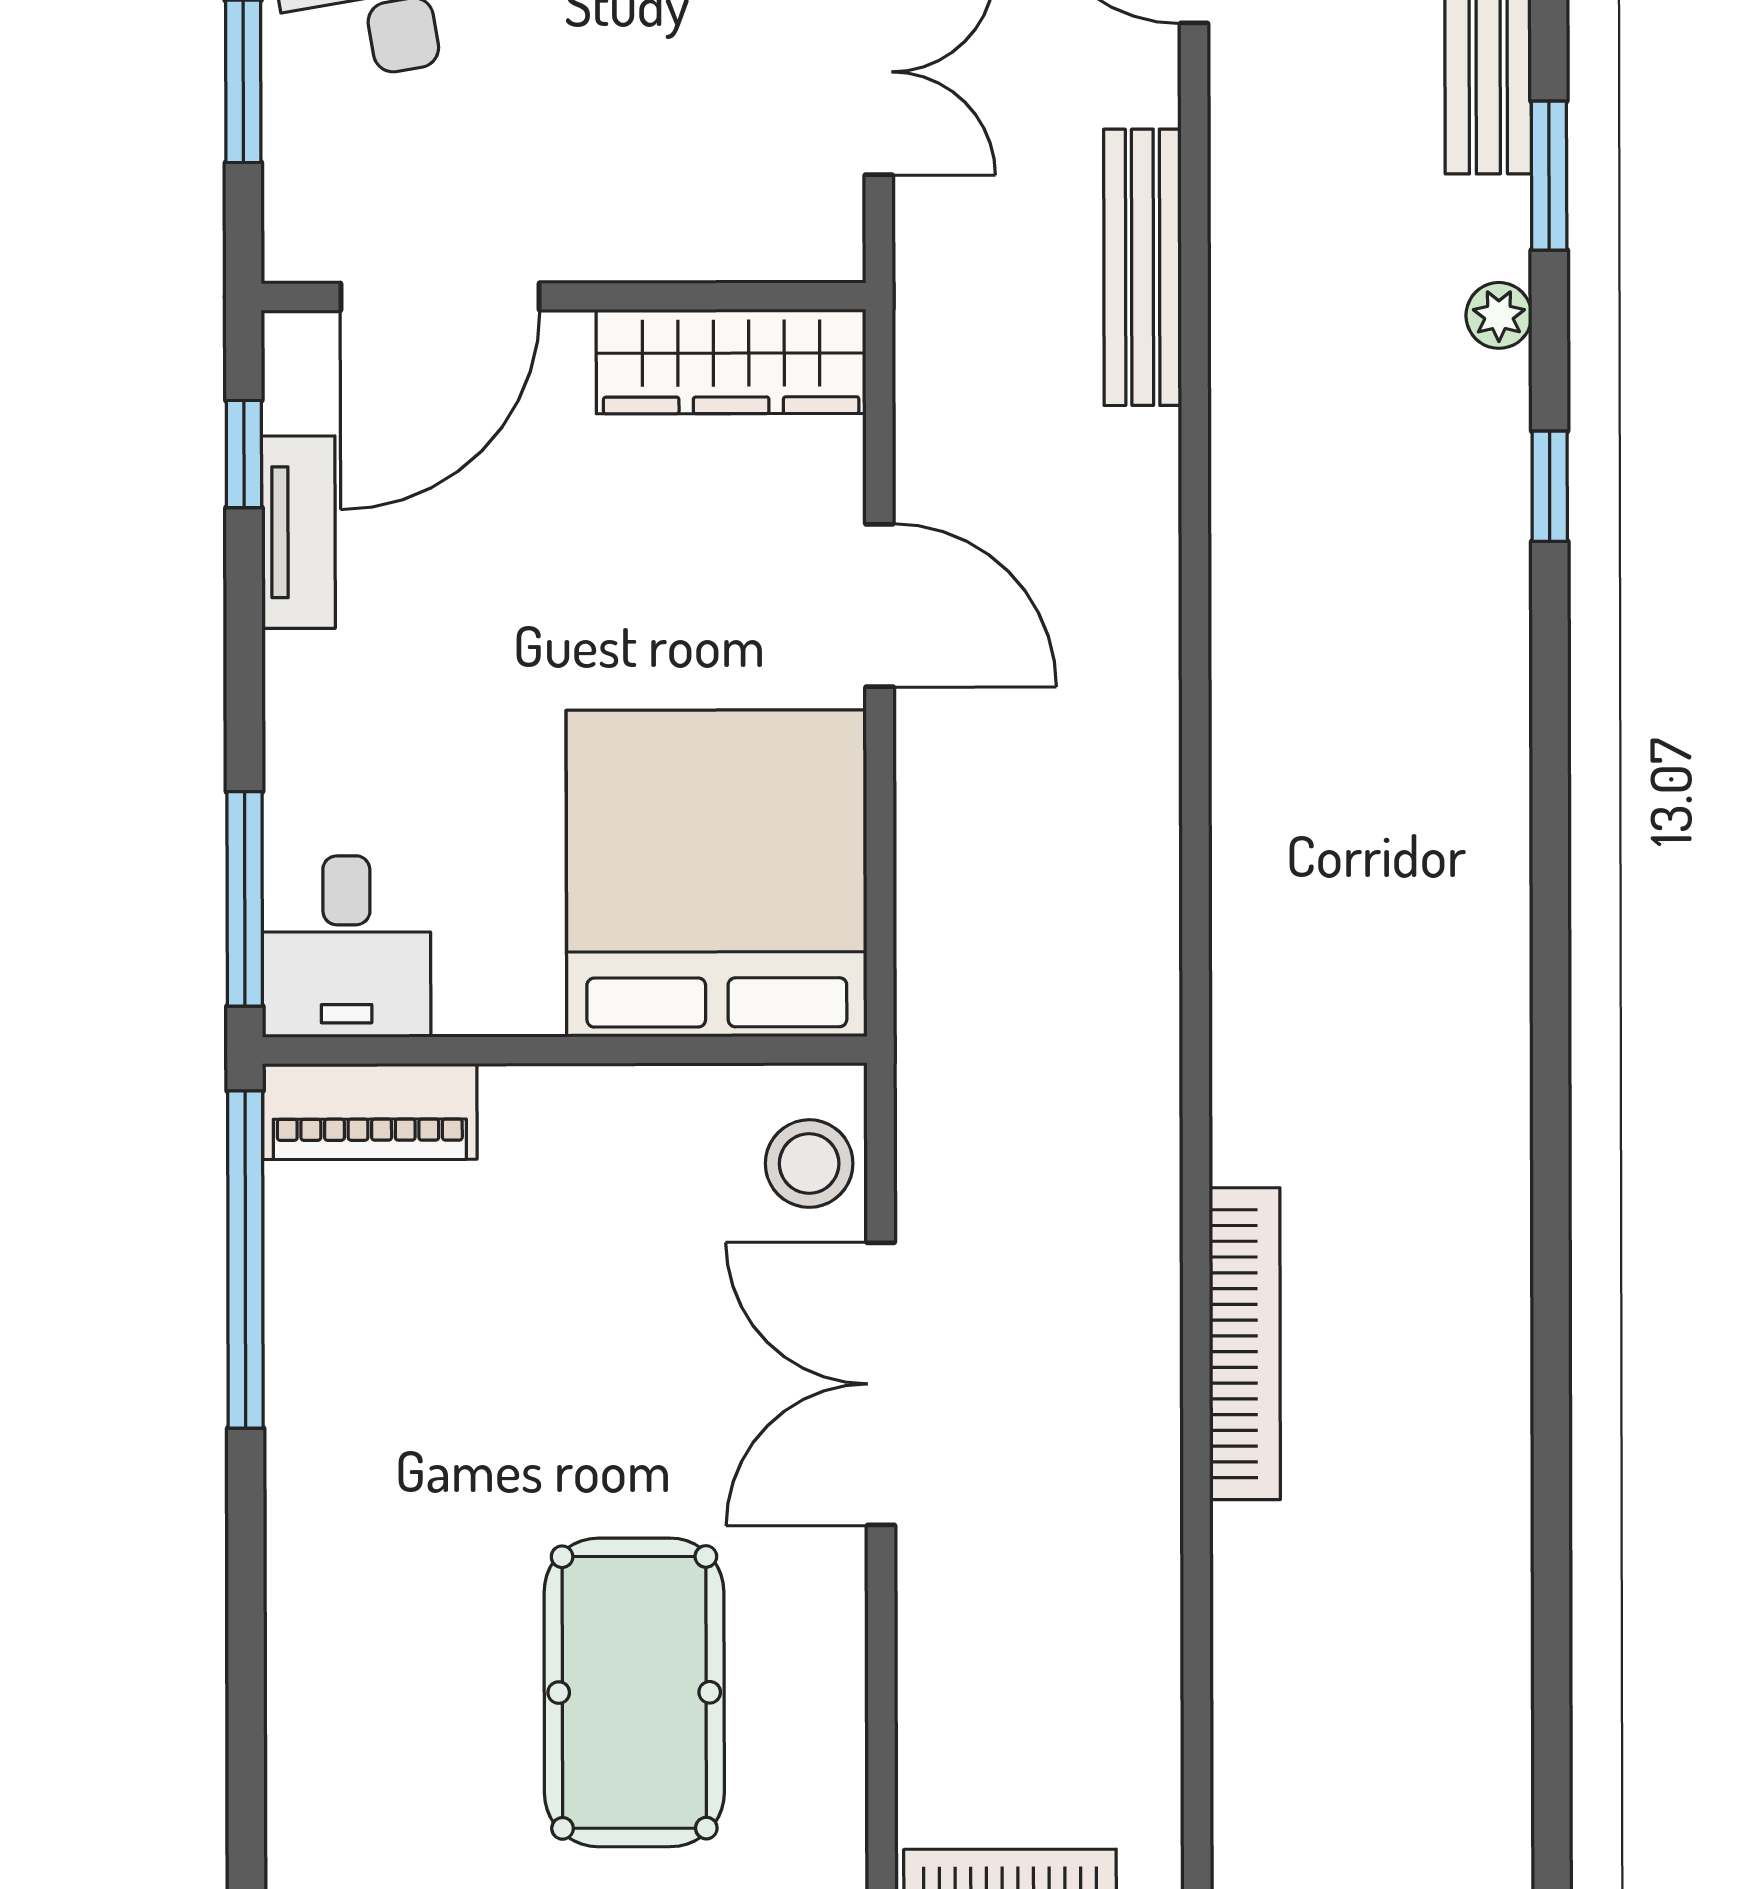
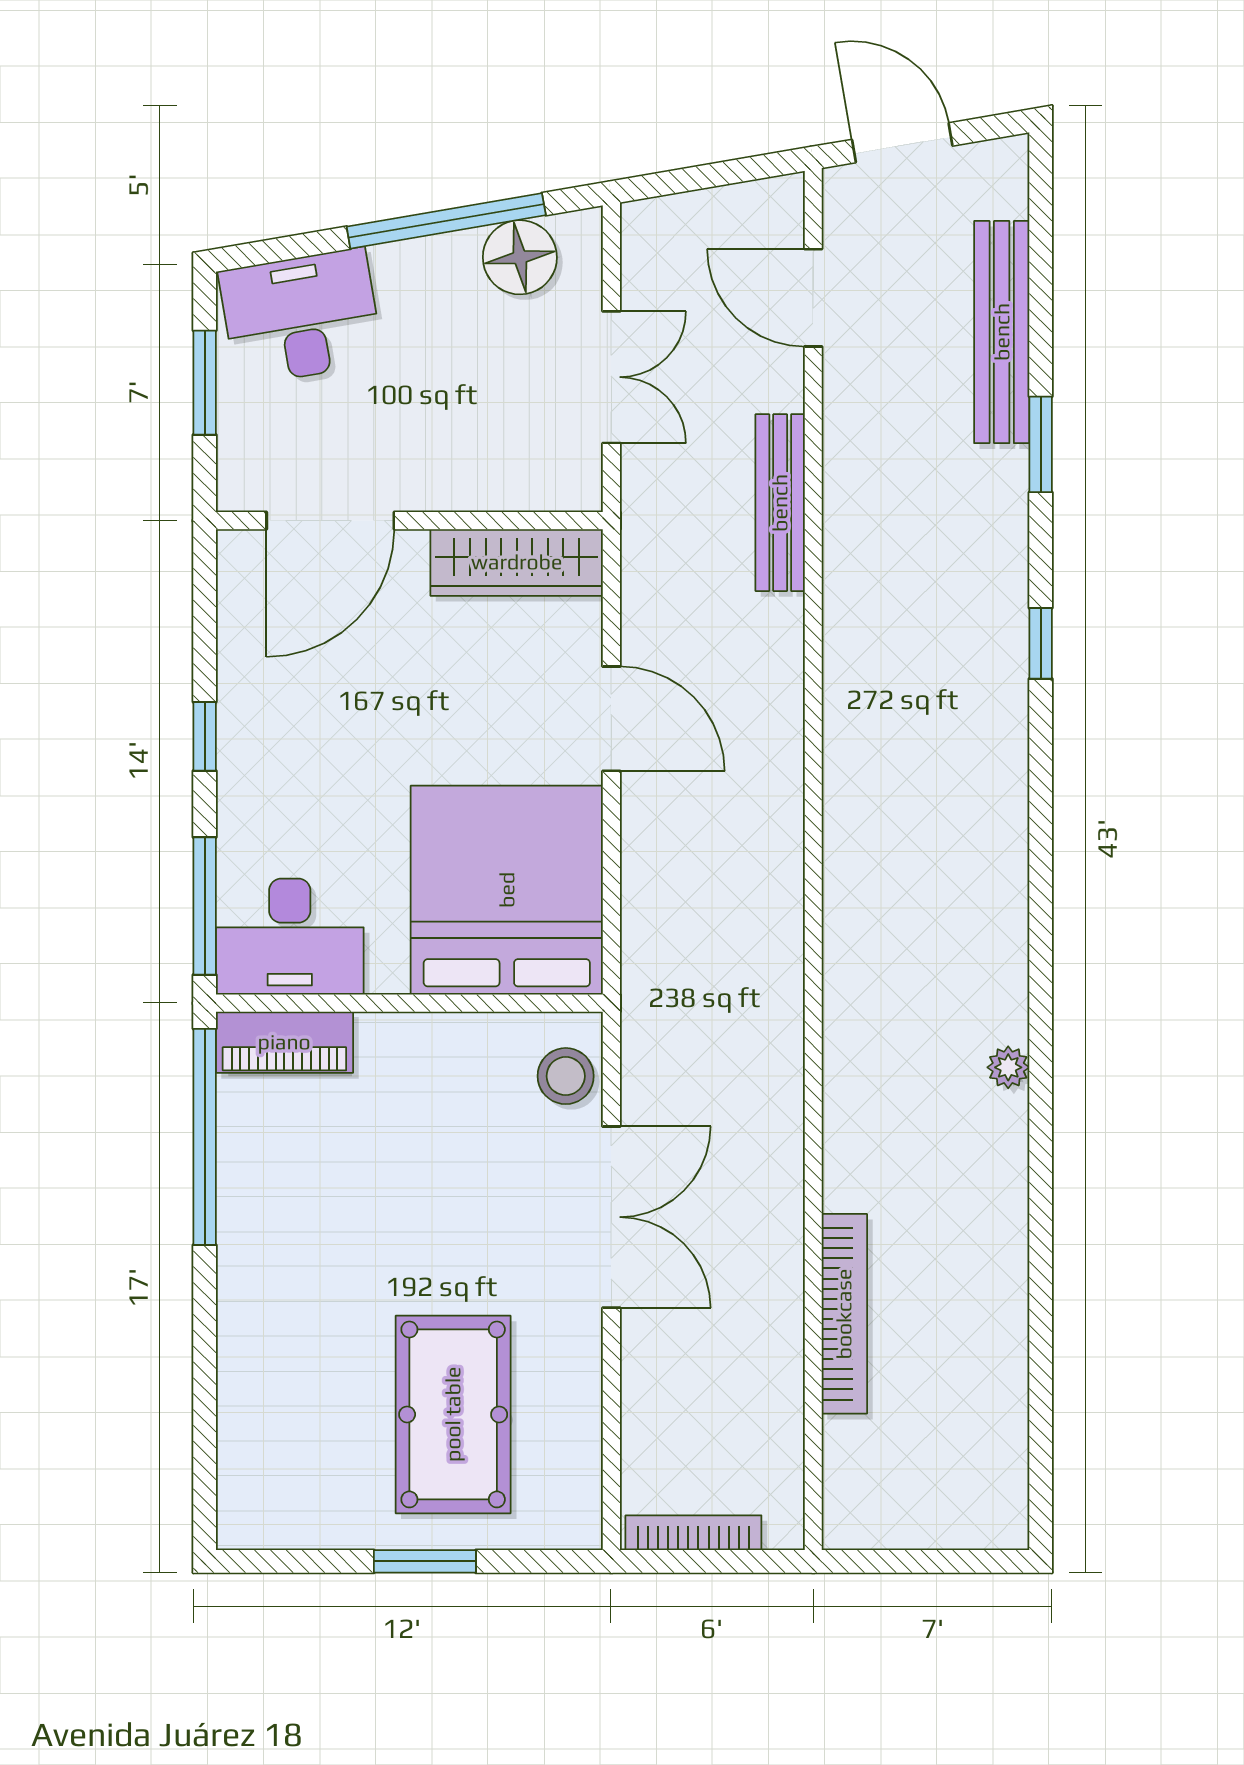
plant: (1499, 315) -> (1008, 1067), moved
window: (244, 454) -> (205, 736), moved
tv unit: (298, 532) -> (239, 671), removed
desk: (346, 947) -> (290, 937), width x1.37
bookcase: (1245, 1344) -> (844, 1314), moved
double door: (881, 1384) -> (611, 1217), swing flipped

